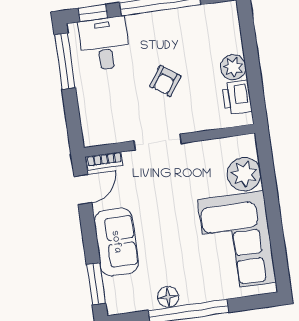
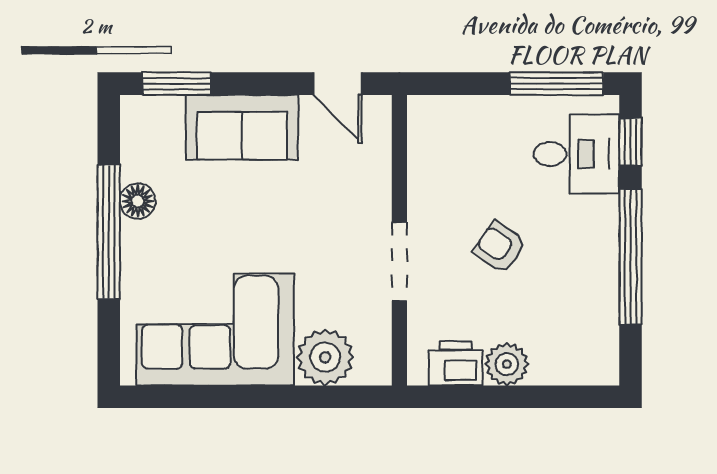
doorway: (158, 142) -> (399, 262), moved
bookcase: (104, 161) -> (380, 127), removed

